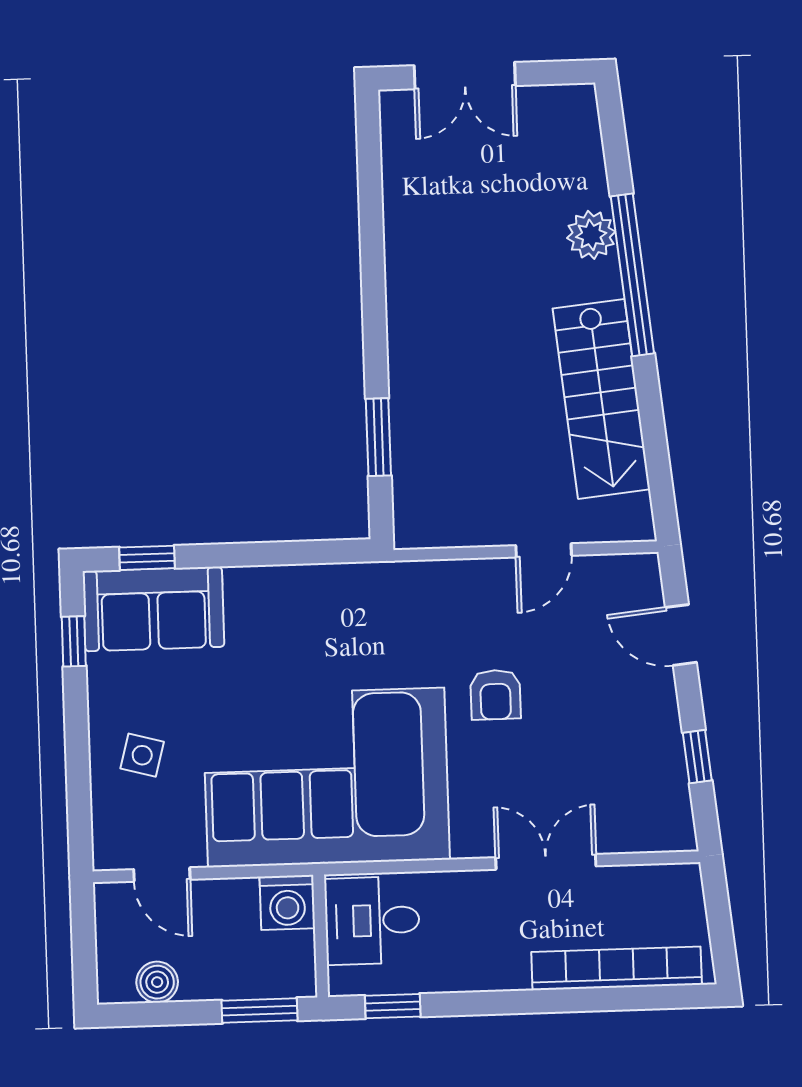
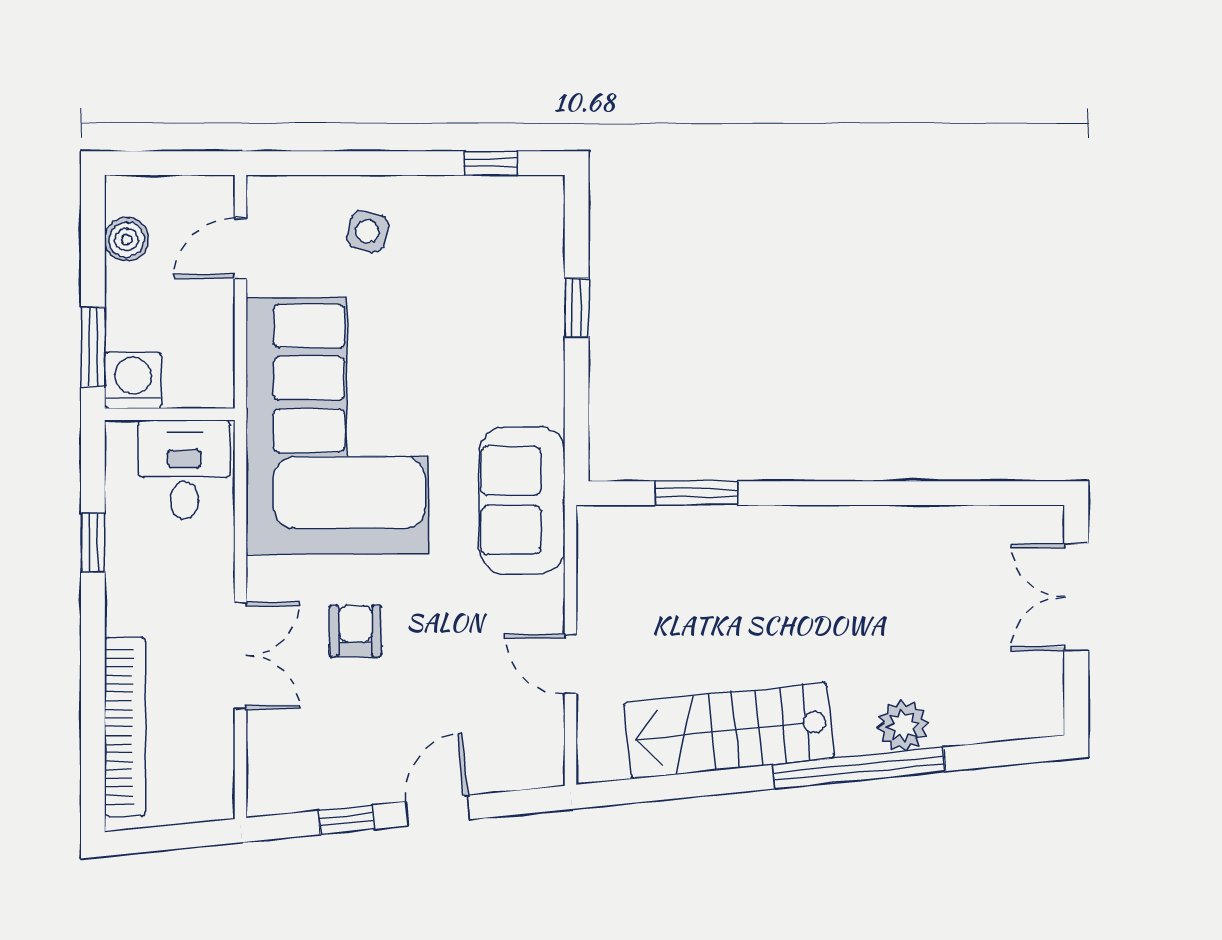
window: (147, 558) -> (577, 308), moved
sofa: (153, 609) -> (522, 500), moved
door: (681, 635) -> (438, 811), moved
armchair: (495, 695) -> (355, 631), moved, turned 90
washing machine: (287, 902) -> (133, 380), moved, turned 90
window: (393, 1006) -> (93, 543), moved

